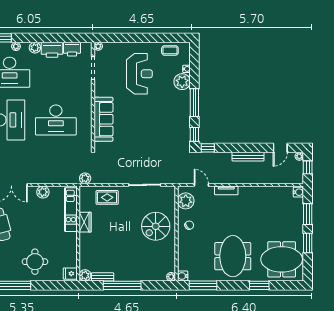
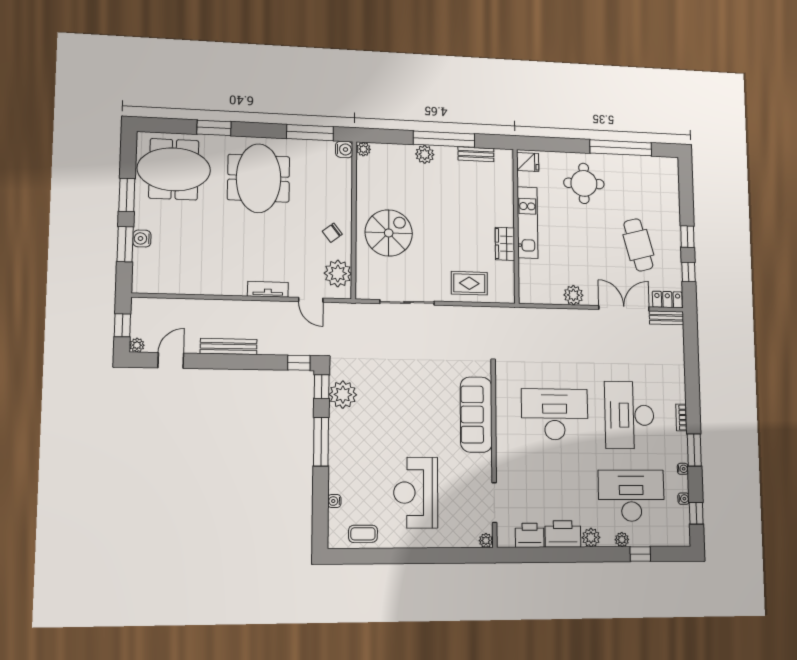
plant: (182, 82) -> (343, 395), moved
plant: (85, 178) -> (506, 316), removed
water cooler: (298, 192) -> (142, 239), moved
kitchen unit: (71, 210) -> (527, 223), moved
plant: (85, 275) -> (425, 154), moved

